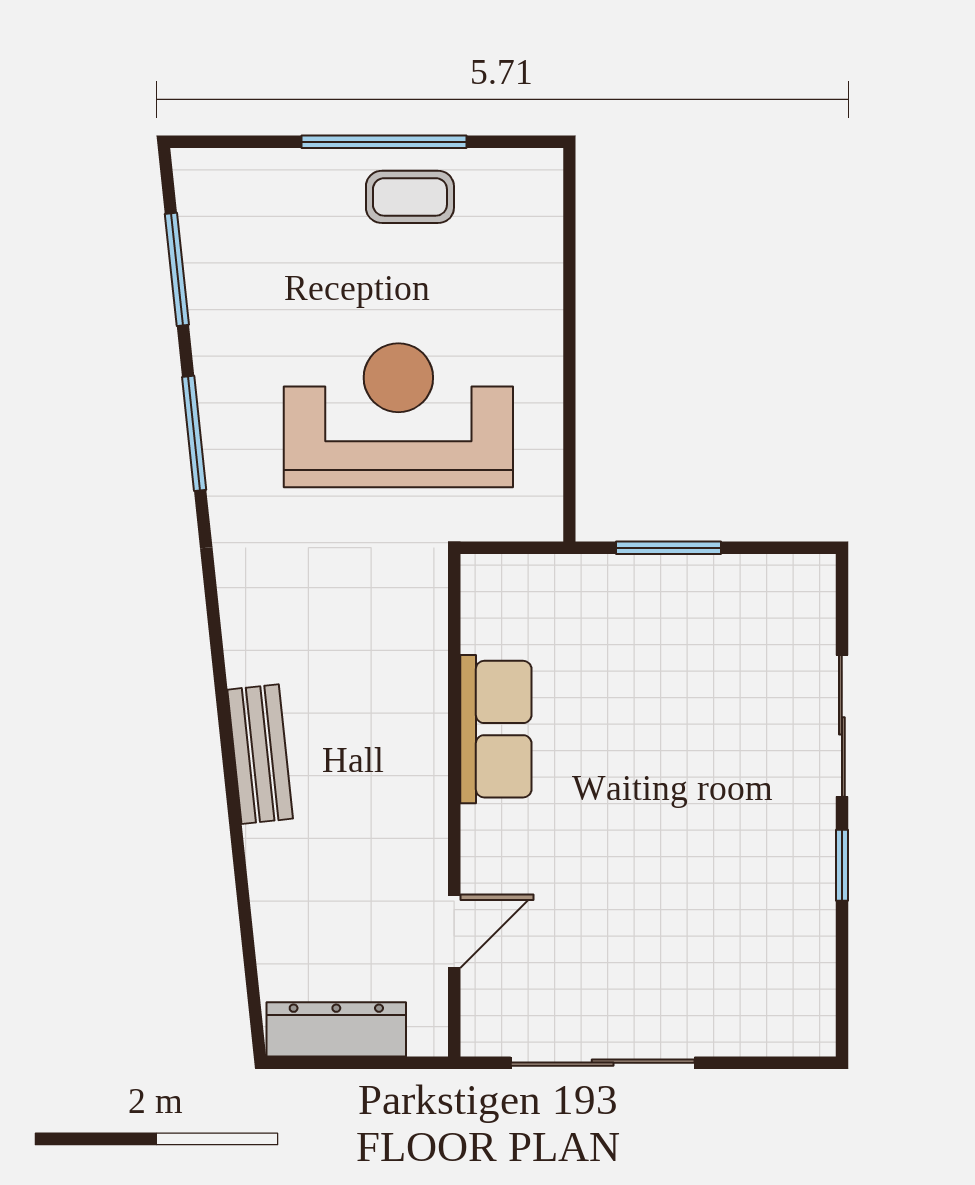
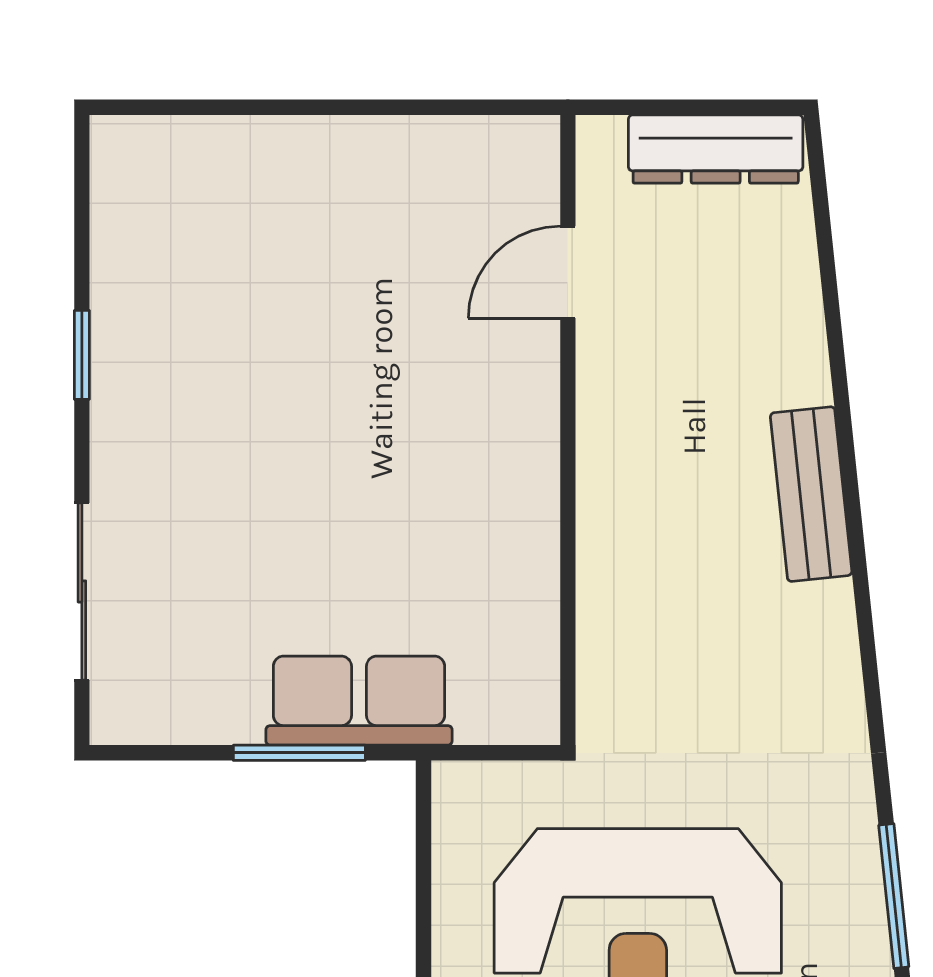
sliding door: (842, 726) -> (82, 591), moved
row of seats: (496, 729) -> (359, 701), moved, turned 90
sliding door: (603, 1063) -> (382, 107), removed

